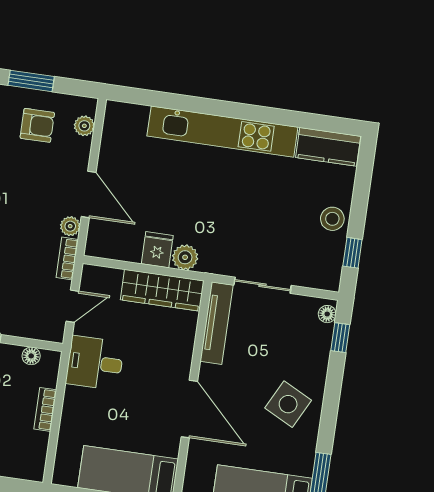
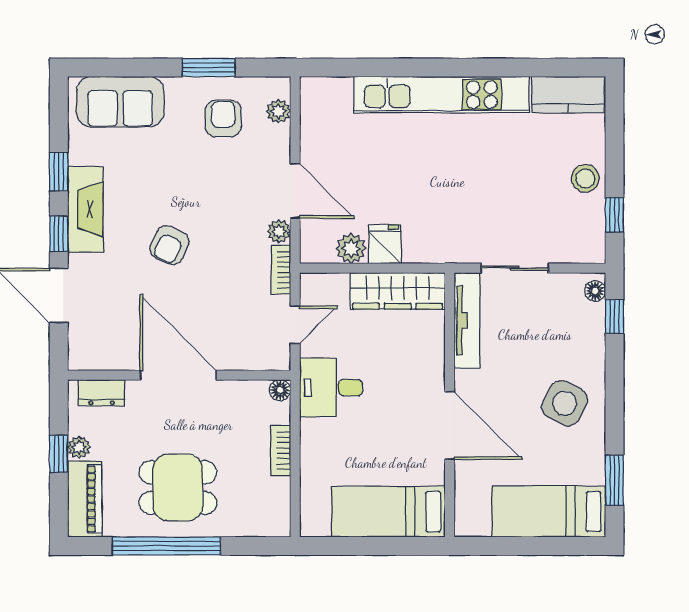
armchair: (37, 125) -> (223, 119), turned -90
plant: (185, 257) -> (351, 248), moved
floor lamp: (31, 356) -> (280, 390), moved

